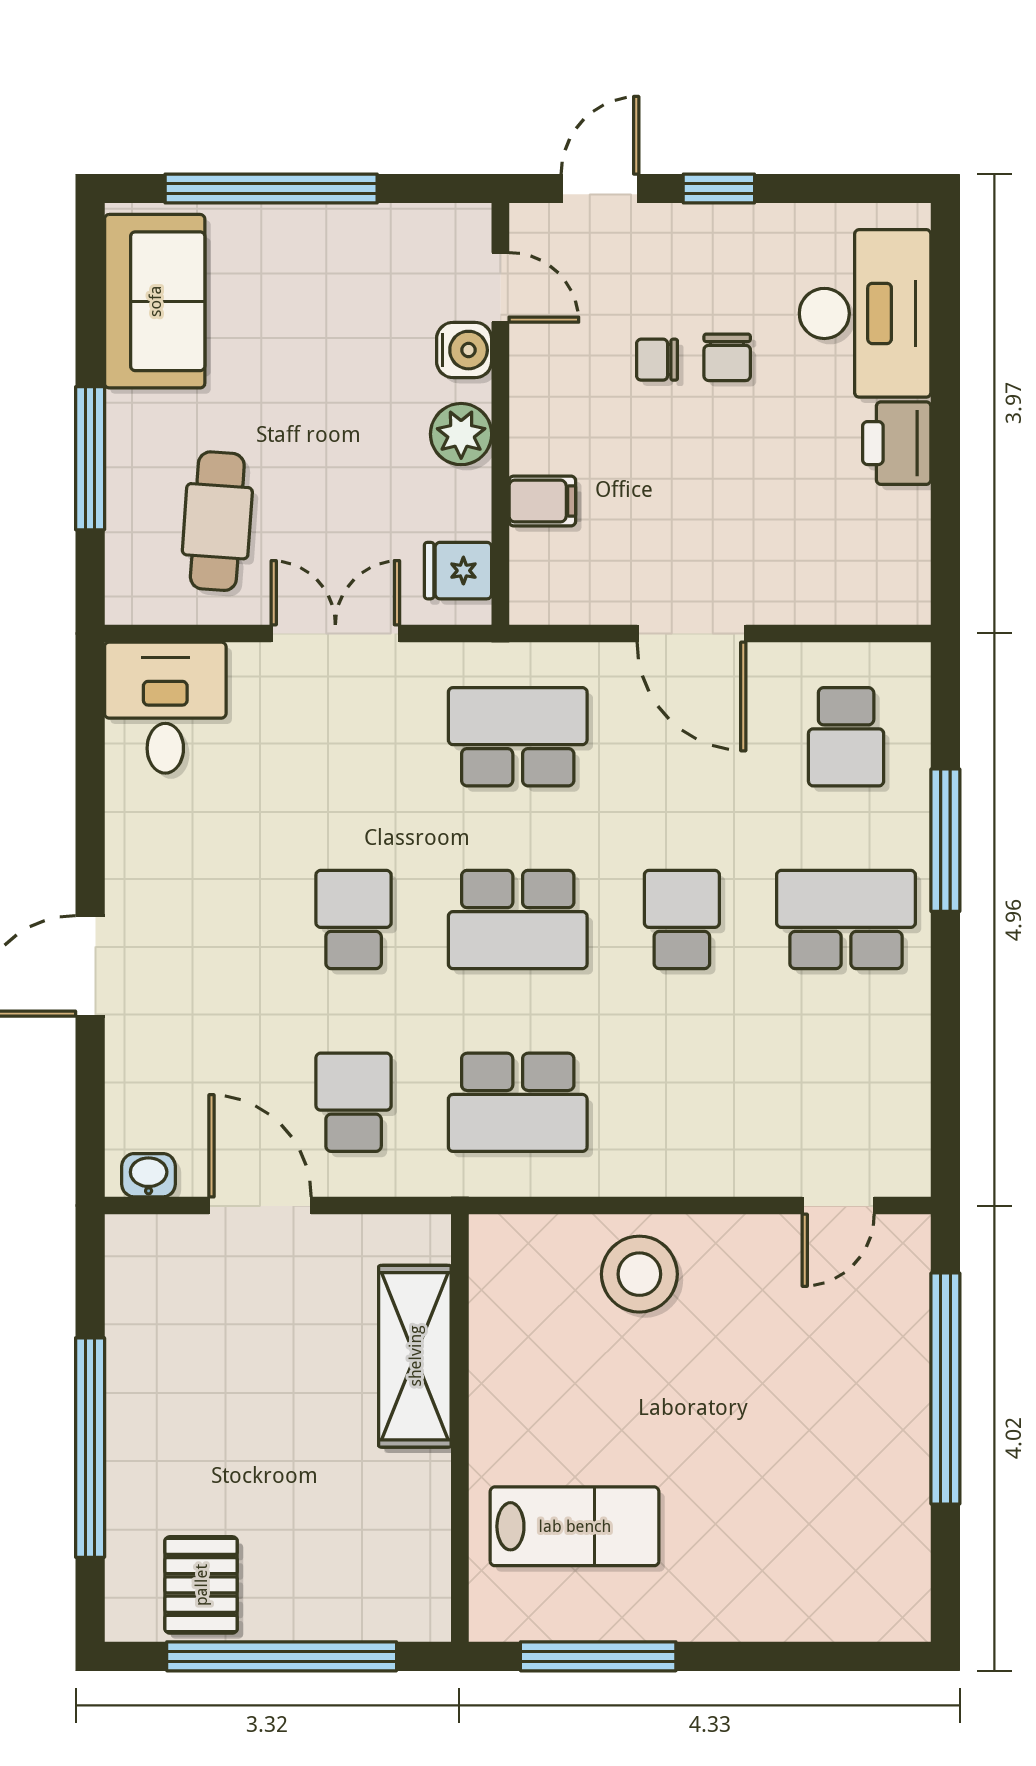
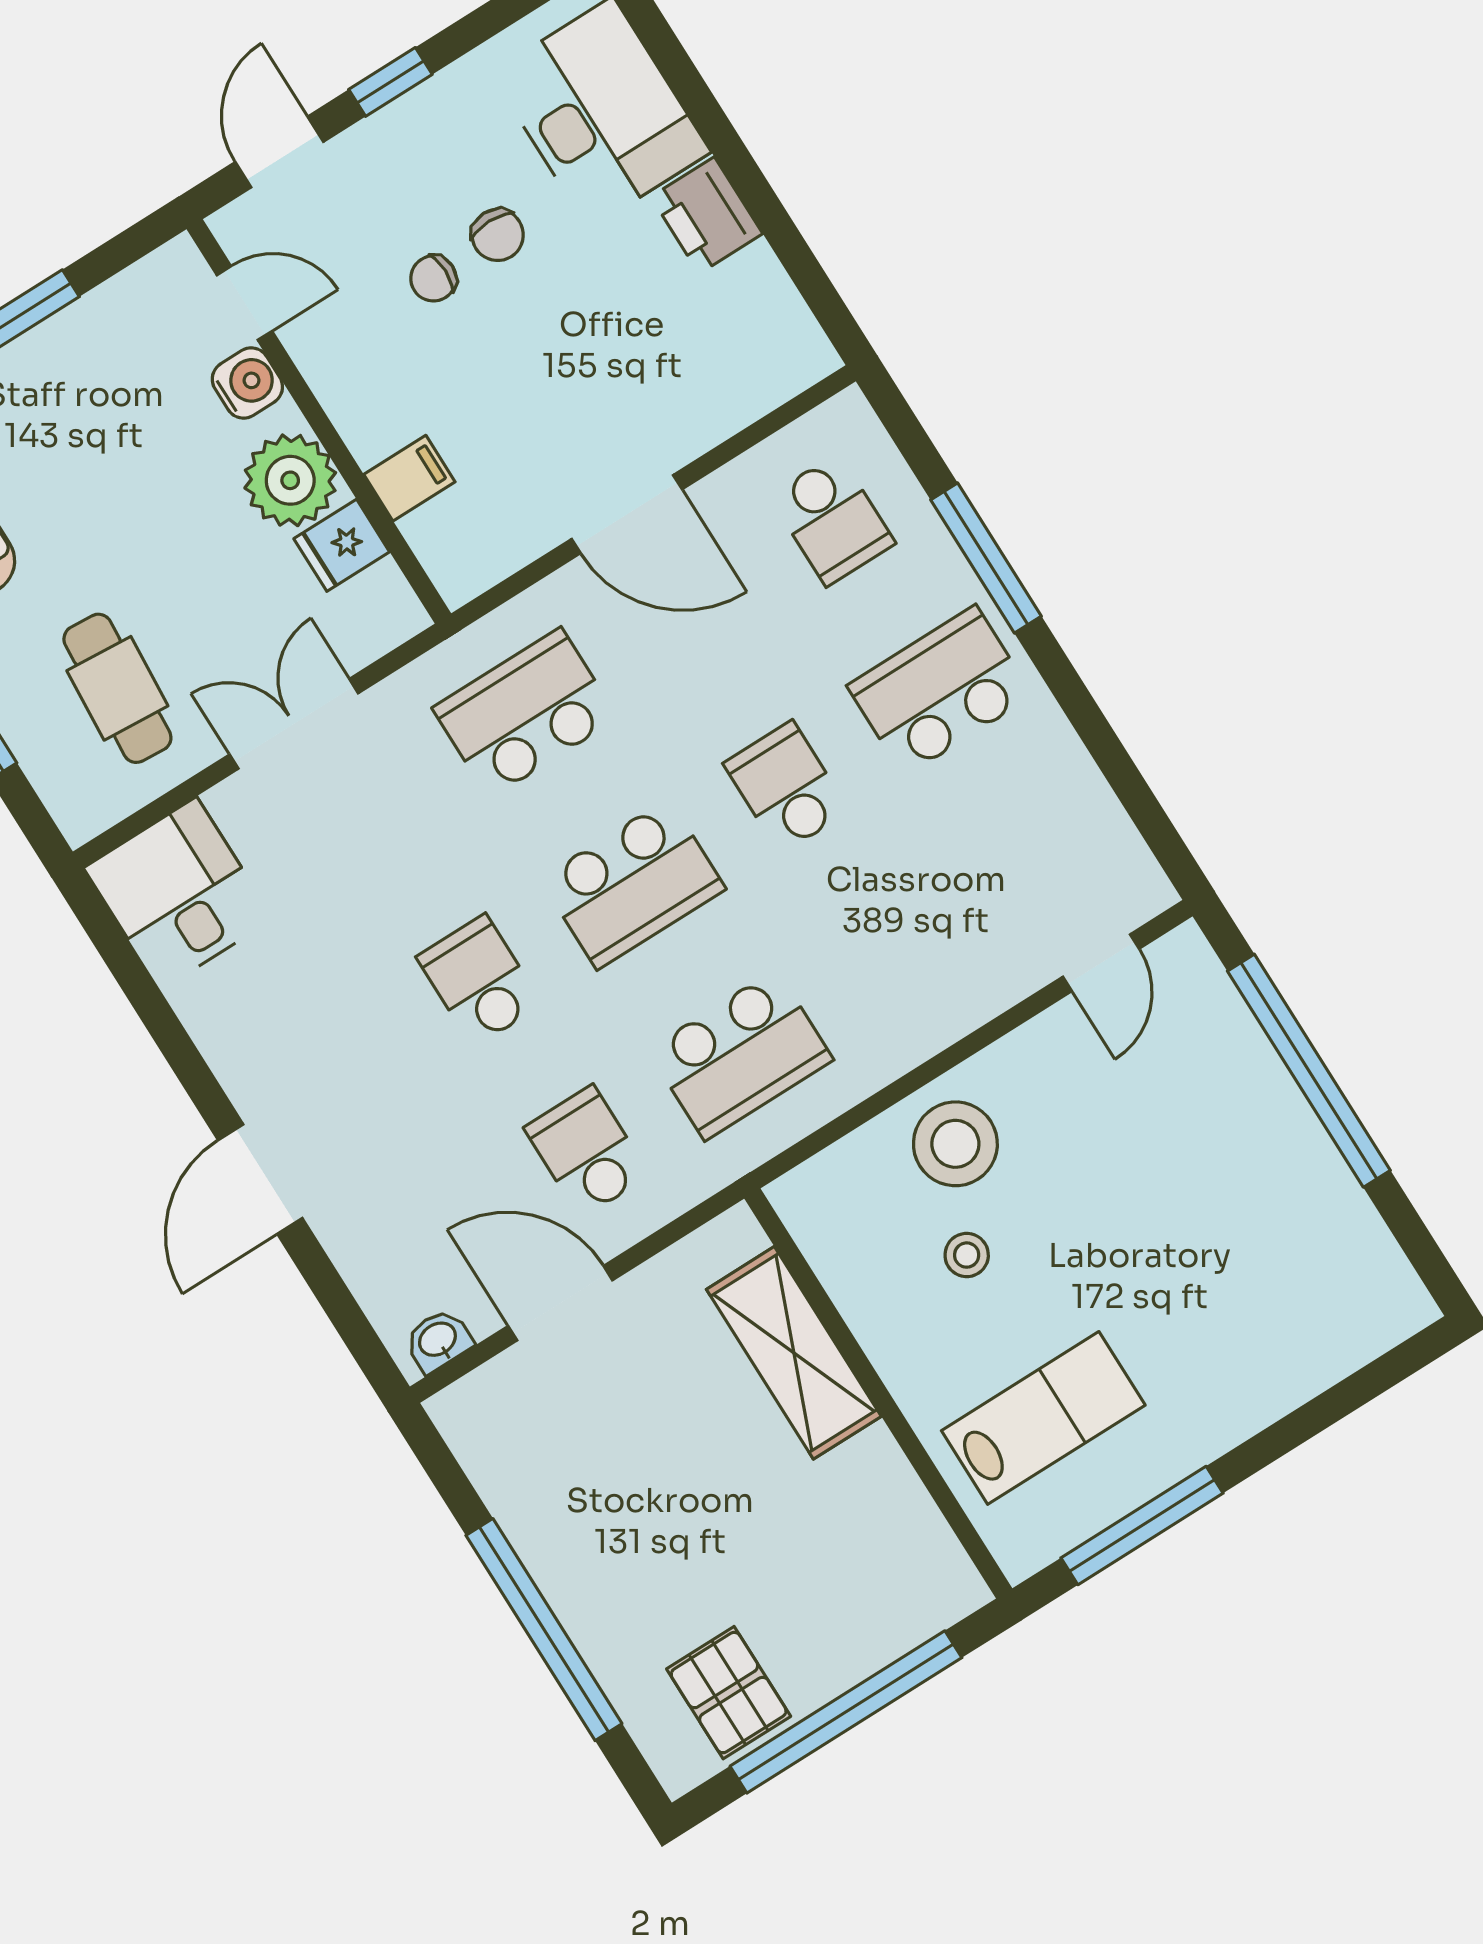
plant: (461, 434) -> (290, 480), width x1.36, depth x1.36
fridge: (458, 571) -> (342, 545), moved
stool: (594, 1365) -> (967, 1255), added

